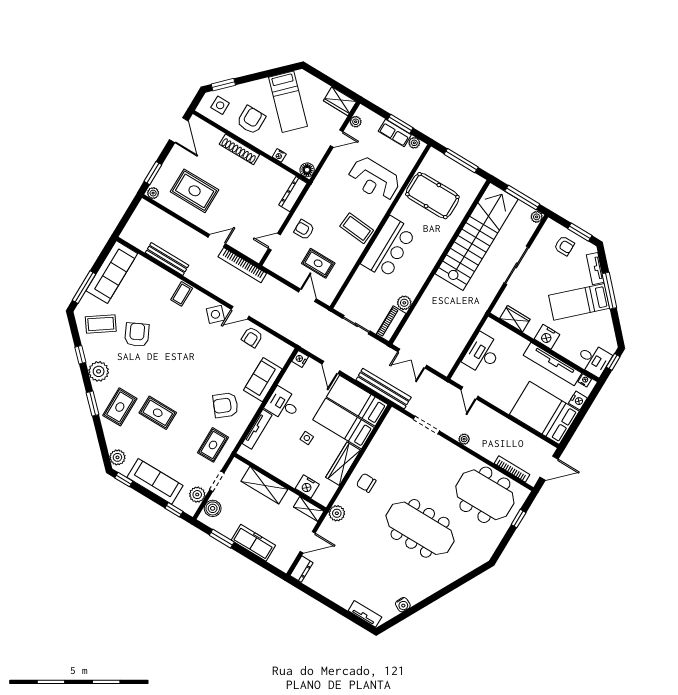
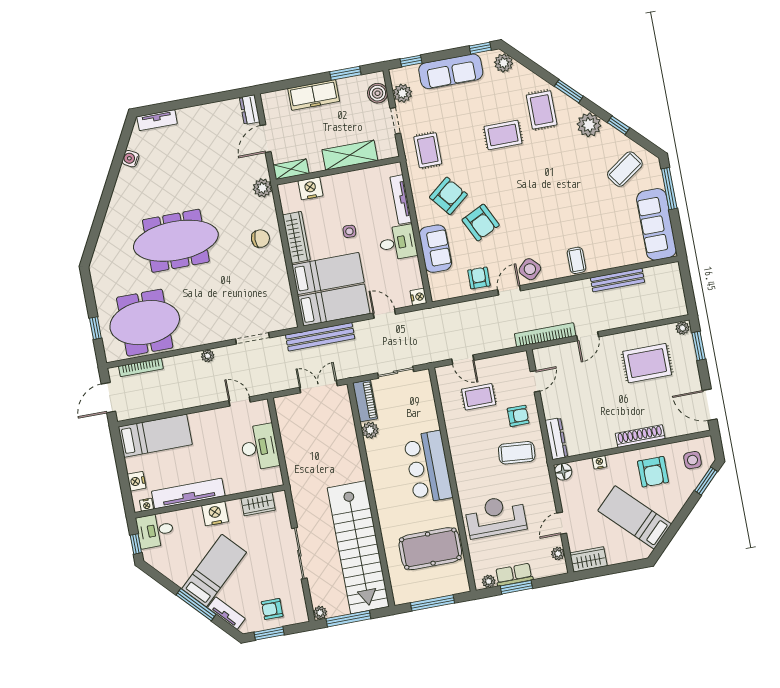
coffee table: (357, 228) -> (517, 453), moved
armchair: (137, 335) -> (481, 223), moved
bed: (544, 413) -> (155, 436), width x0.67

